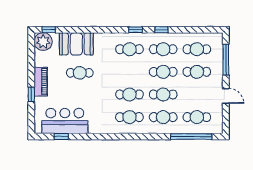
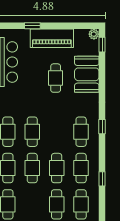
window: (135, 30) -> (102, 127), moved
window: (161, 30) -> (102, 179), moved
plant: (43, 42) -> (94, 34), width x0.53, depth x0.53
piano: (41, 82) -> (52, 38), width x1.37, depth x1.33

